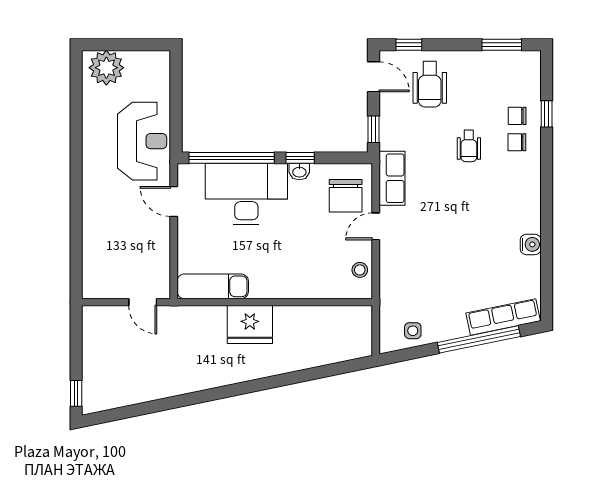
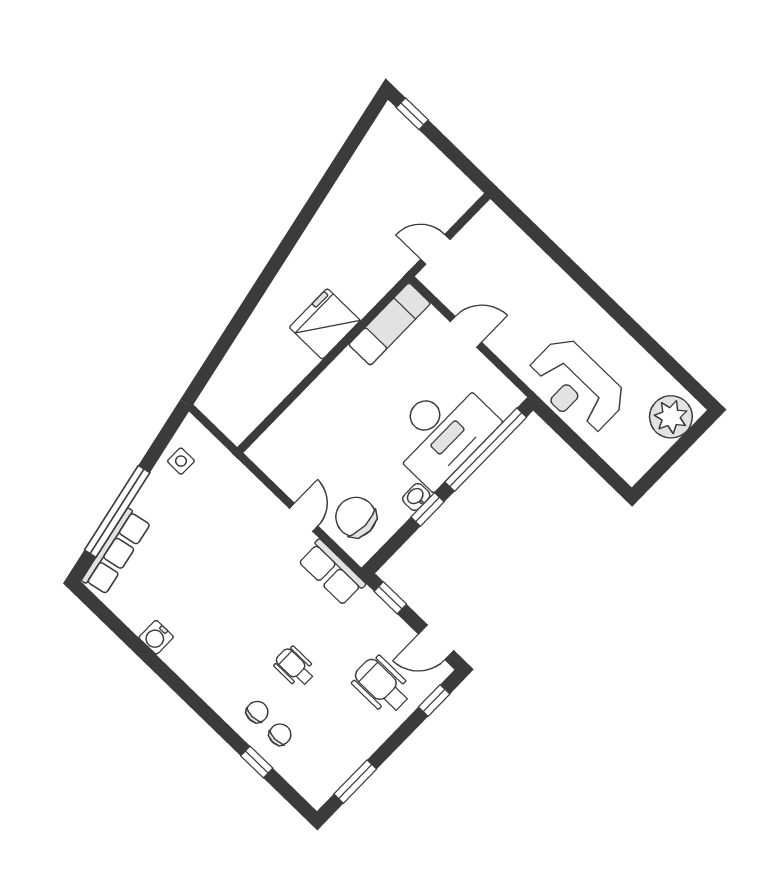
door: (174, 201) -> (466, 332), moved
stool: (360, 270) -> (279, 466), removed

